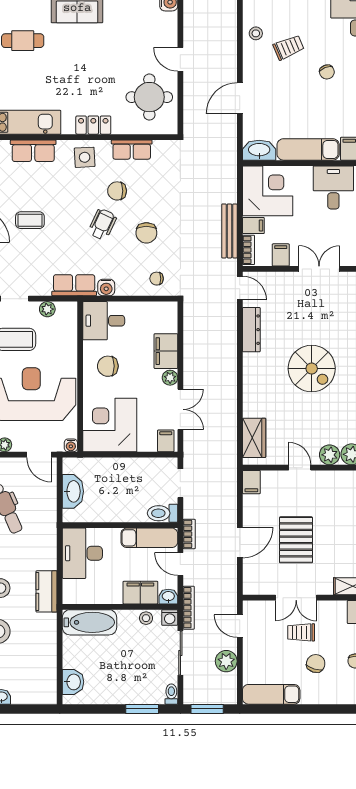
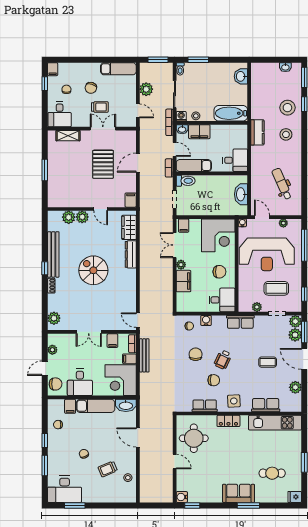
door: (240, 98) -> (138, 438), swing flipped
water cooler: (106, 287) -> (206, 320), moved
dresser: (251, 330) -> (131, 254), moved
desk: (82, 553) -> (235, 160), width x0.73

